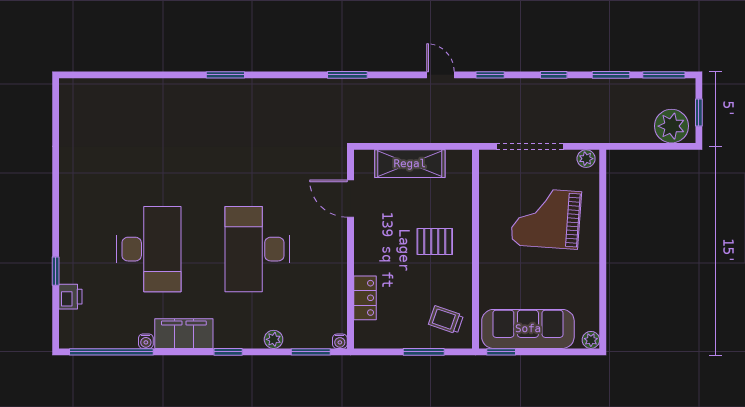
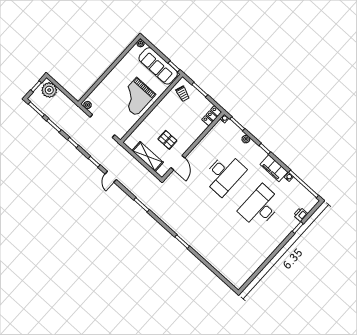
grand piano: (546, 218) -> (136, 97), moved, turned 86
pallet: (435, 241) -> (167, 140), moved
locker: (365, 298) -> (212, 116), moved

